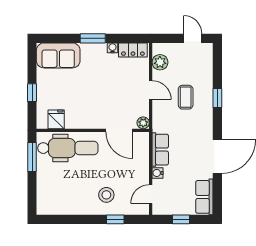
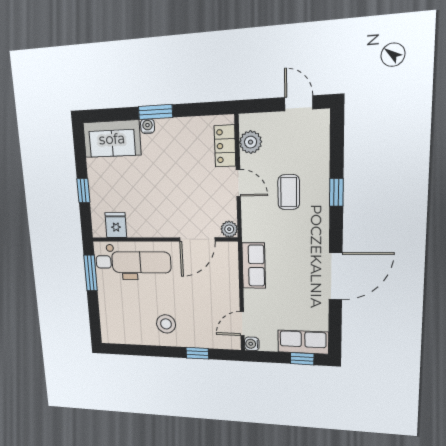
water cooler: (113, 48) -> (148, 126), moved
locker: (133, 50) -> (225, 146), moved, turned 90
door: (119, 130) -> (197, 239), hinge flipped
water cooler: (157, 173) -> (252, 344), moved
stool: (106, 195) -> (166, 324), moved
row of seats: (204, 197) -> (303, 342), moved, turned 90
window: (181, 219) -> (302, 359), moved

